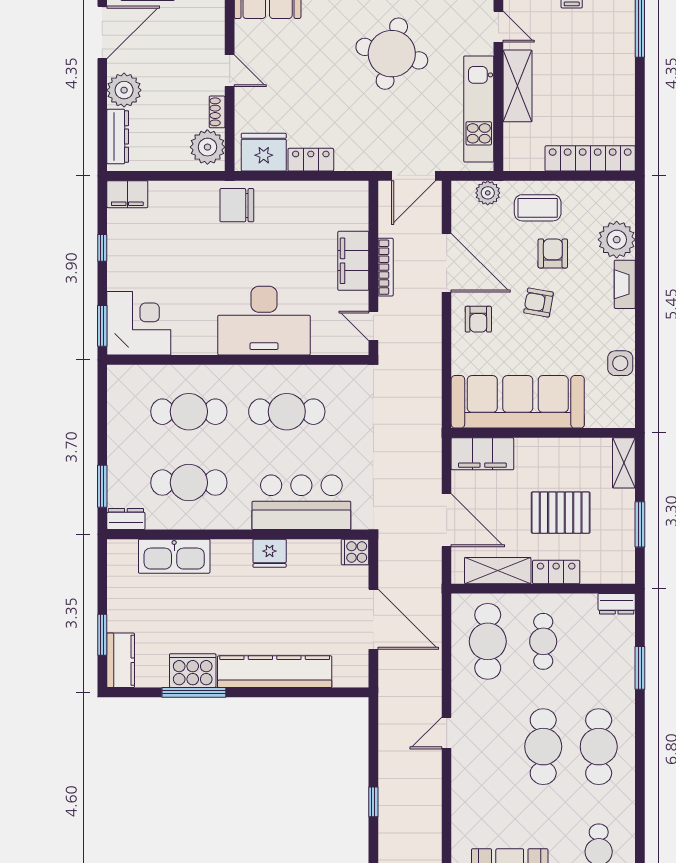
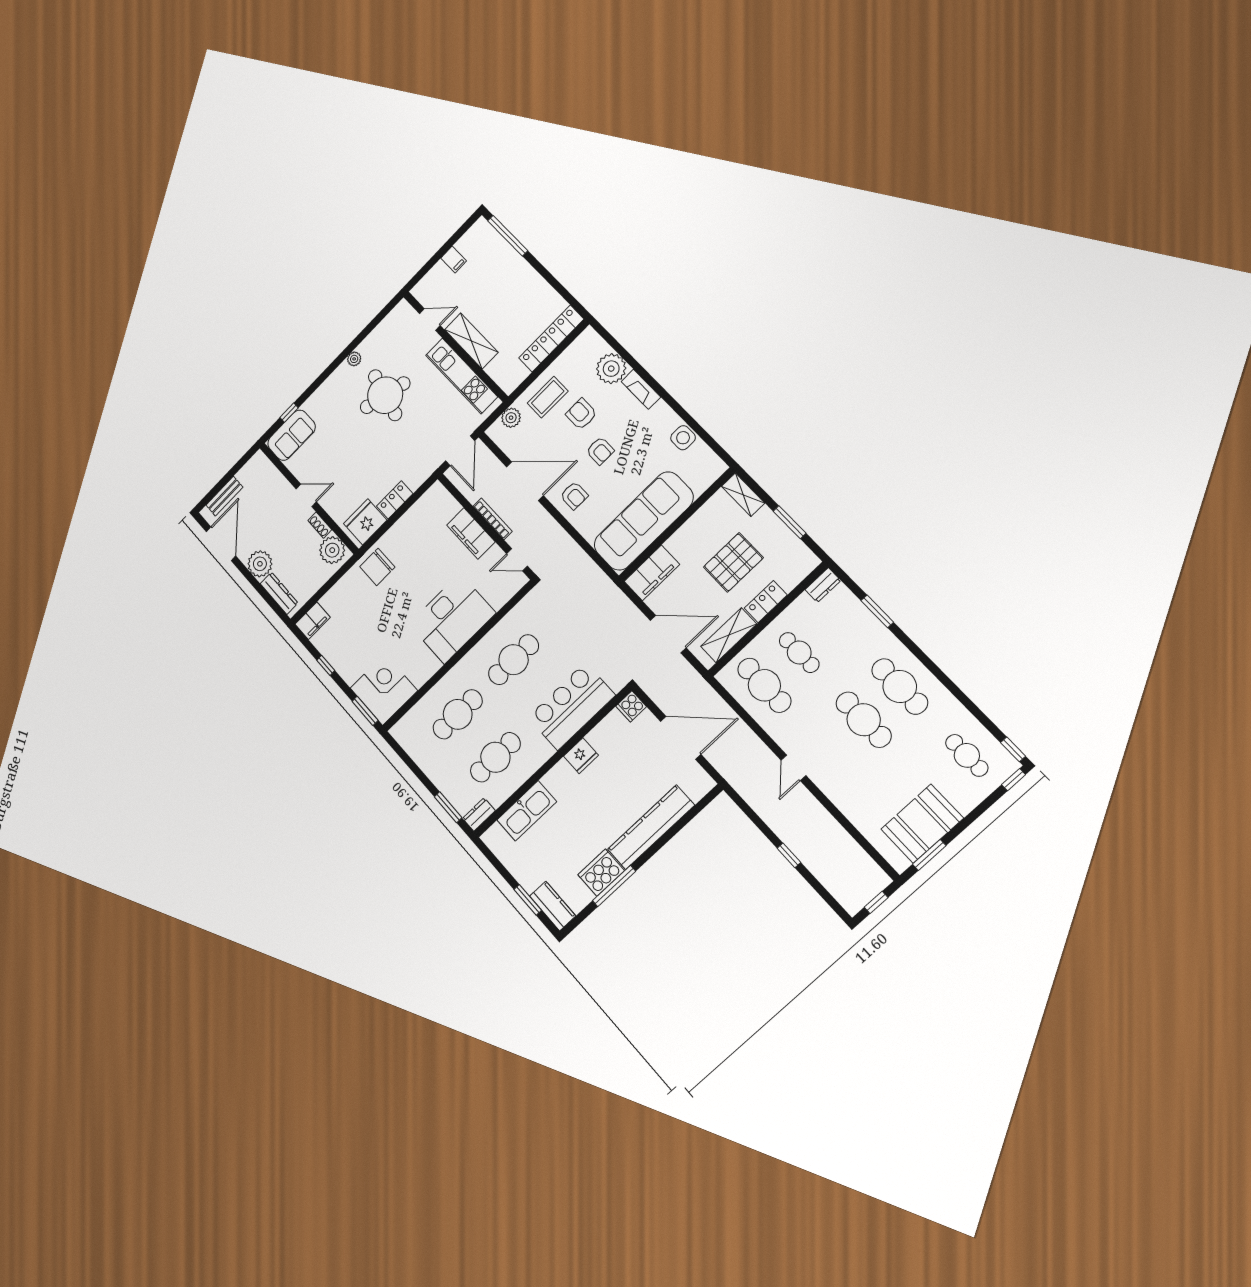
armchair: (538, 303) -> (600, 451), turned -100

